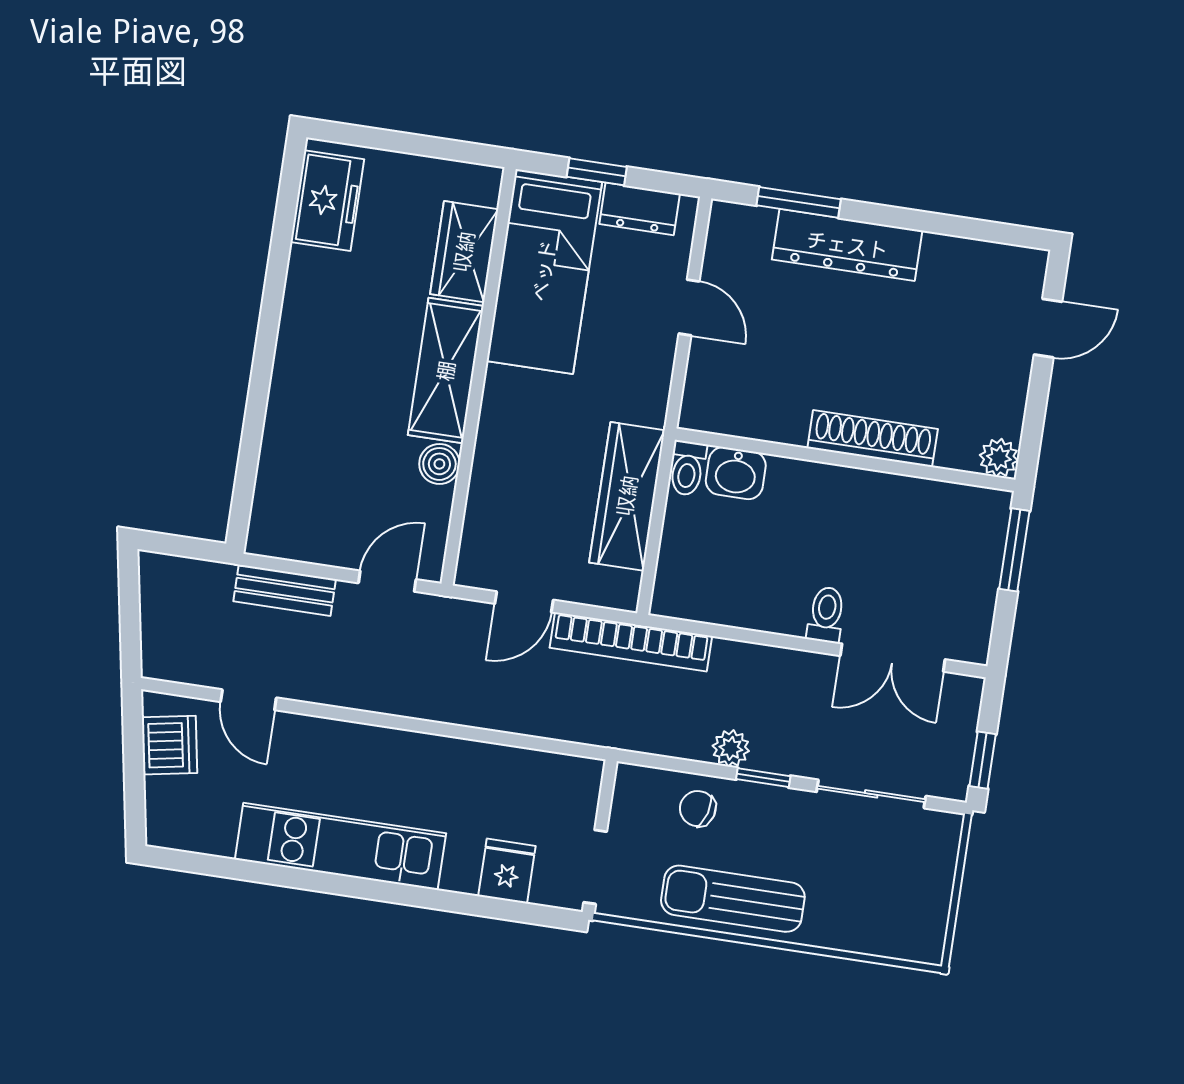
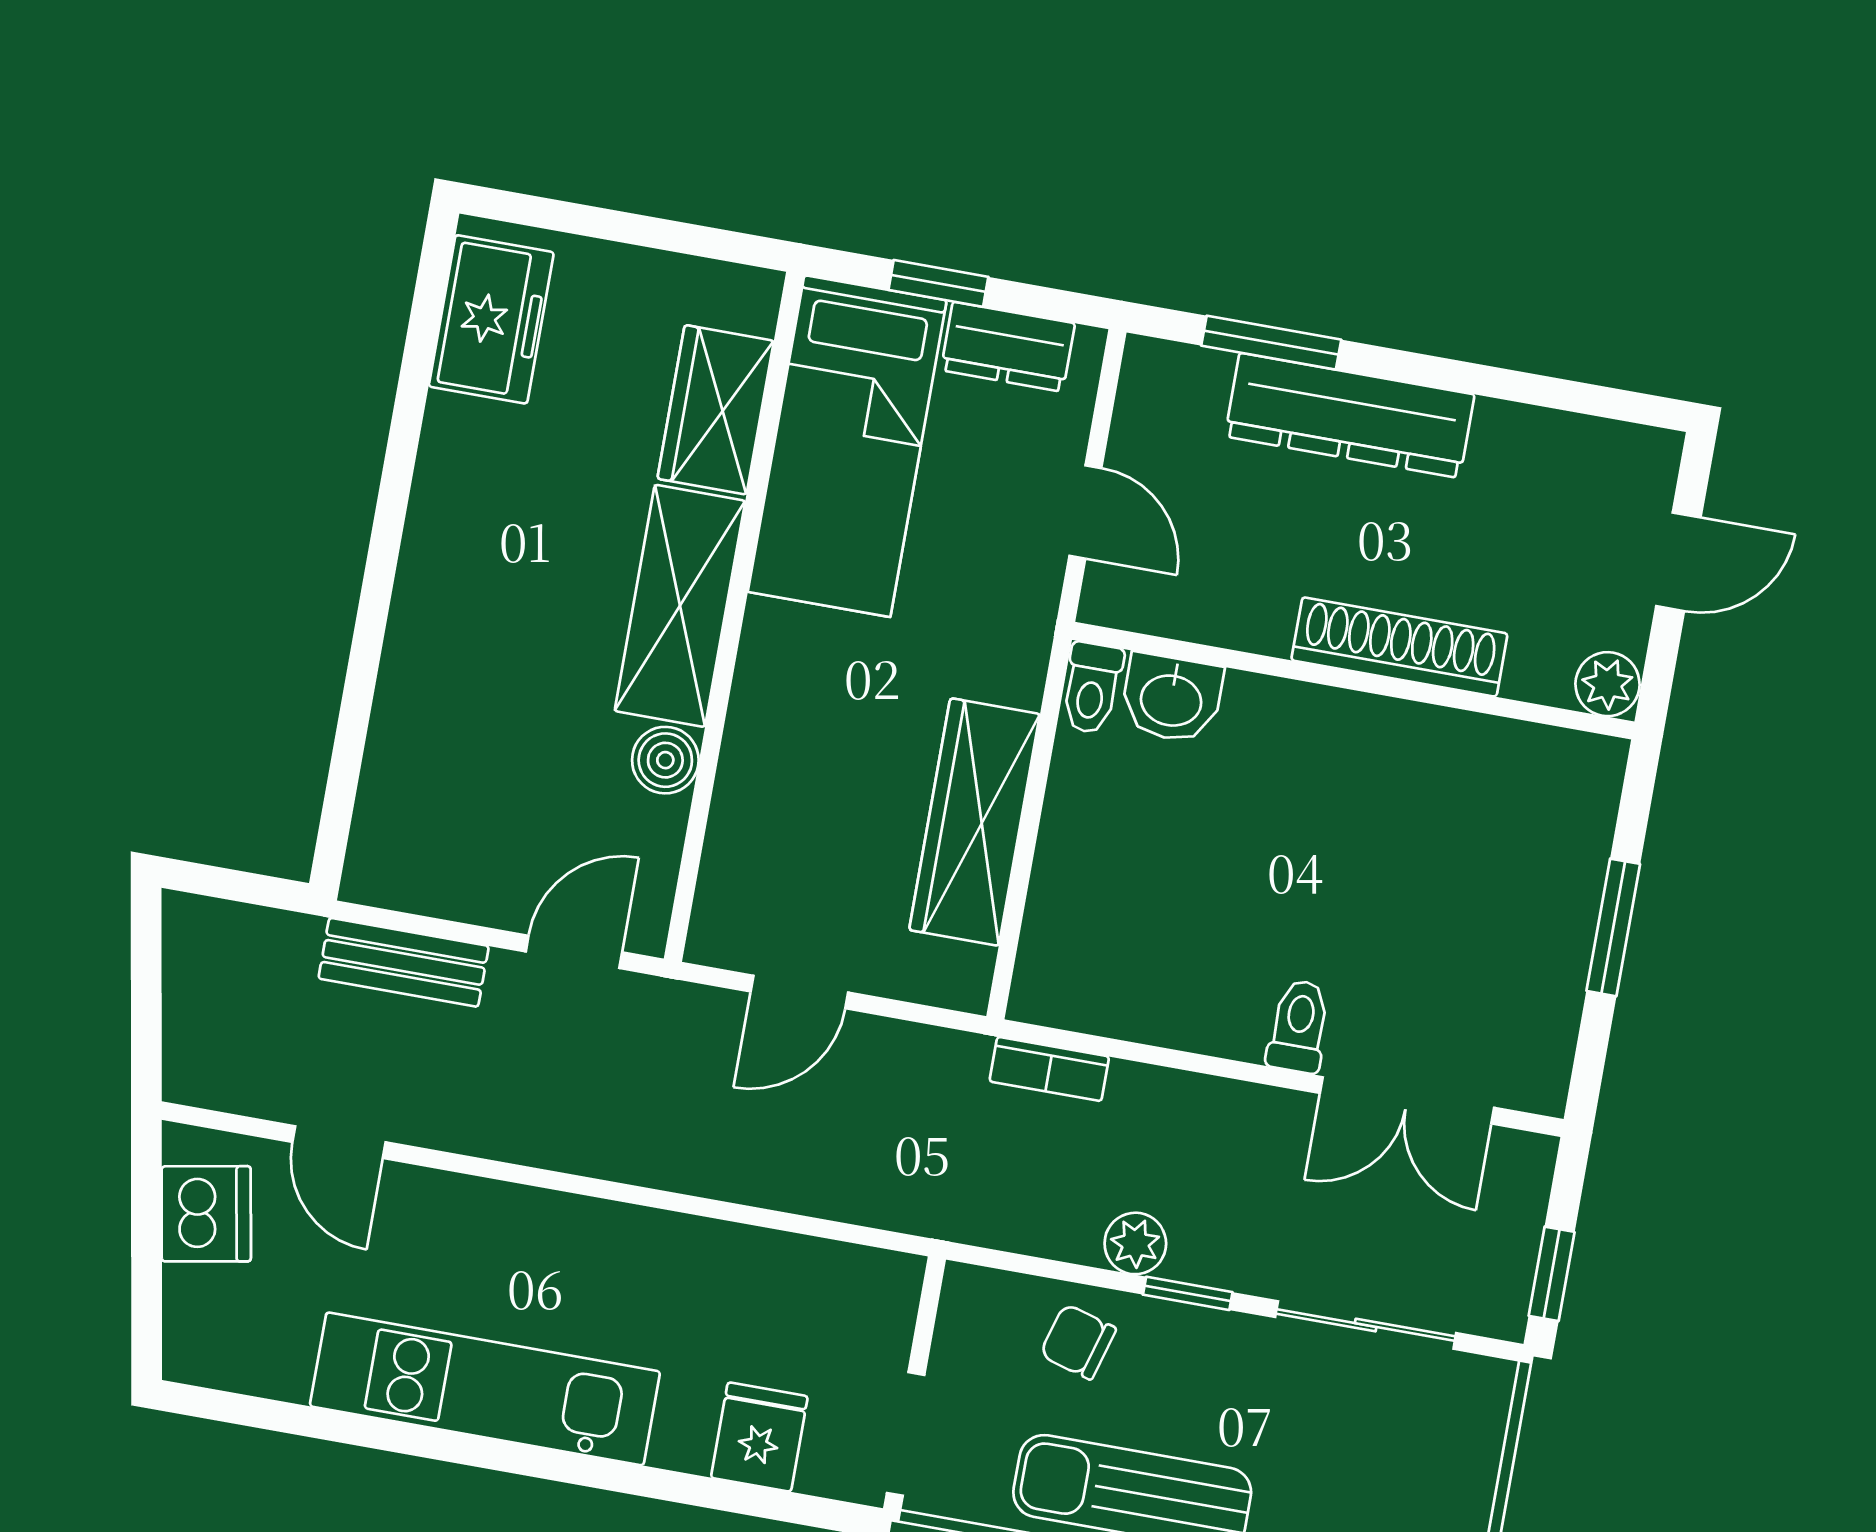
shoe rack: (873, 439) -> (1399, 647), moved
plant: (999, 458) -> (1608, 684), moved
wall: (845, 460) -> (1353, 681), moved
toilet: (687, 468) -> (1092, 688), moved
washbasin: (736, 473) -> (1171, 698), moved
bookcase: (631, 642) -> (1049, 1069), width x0.43, depth x0.76

